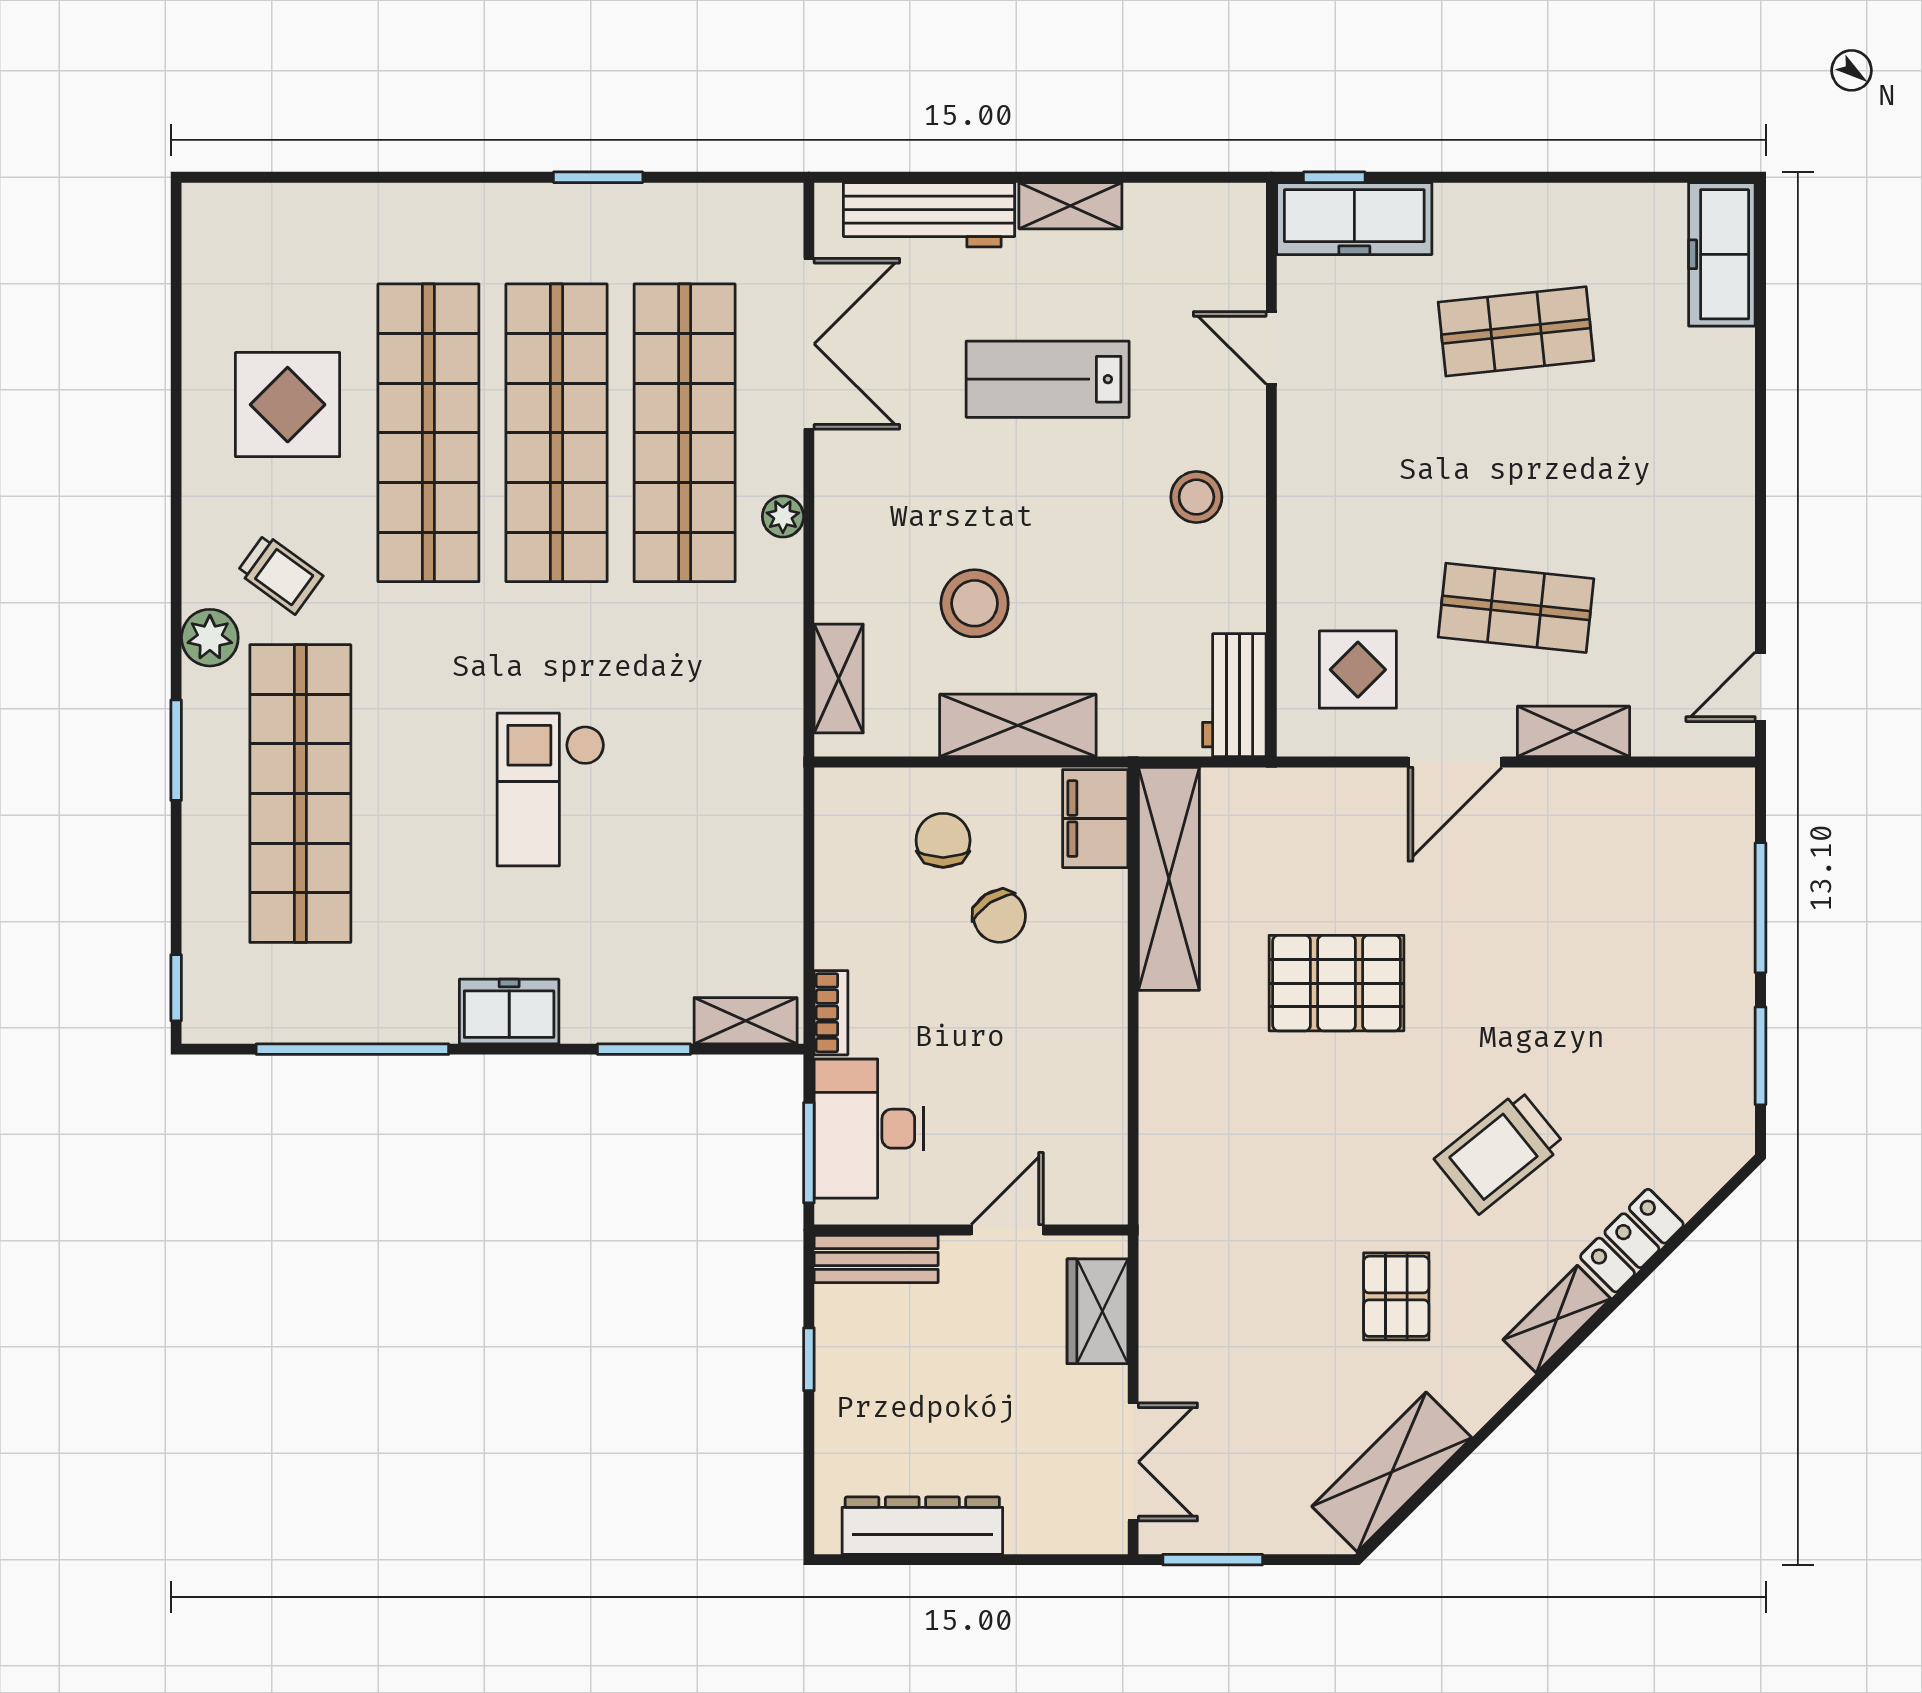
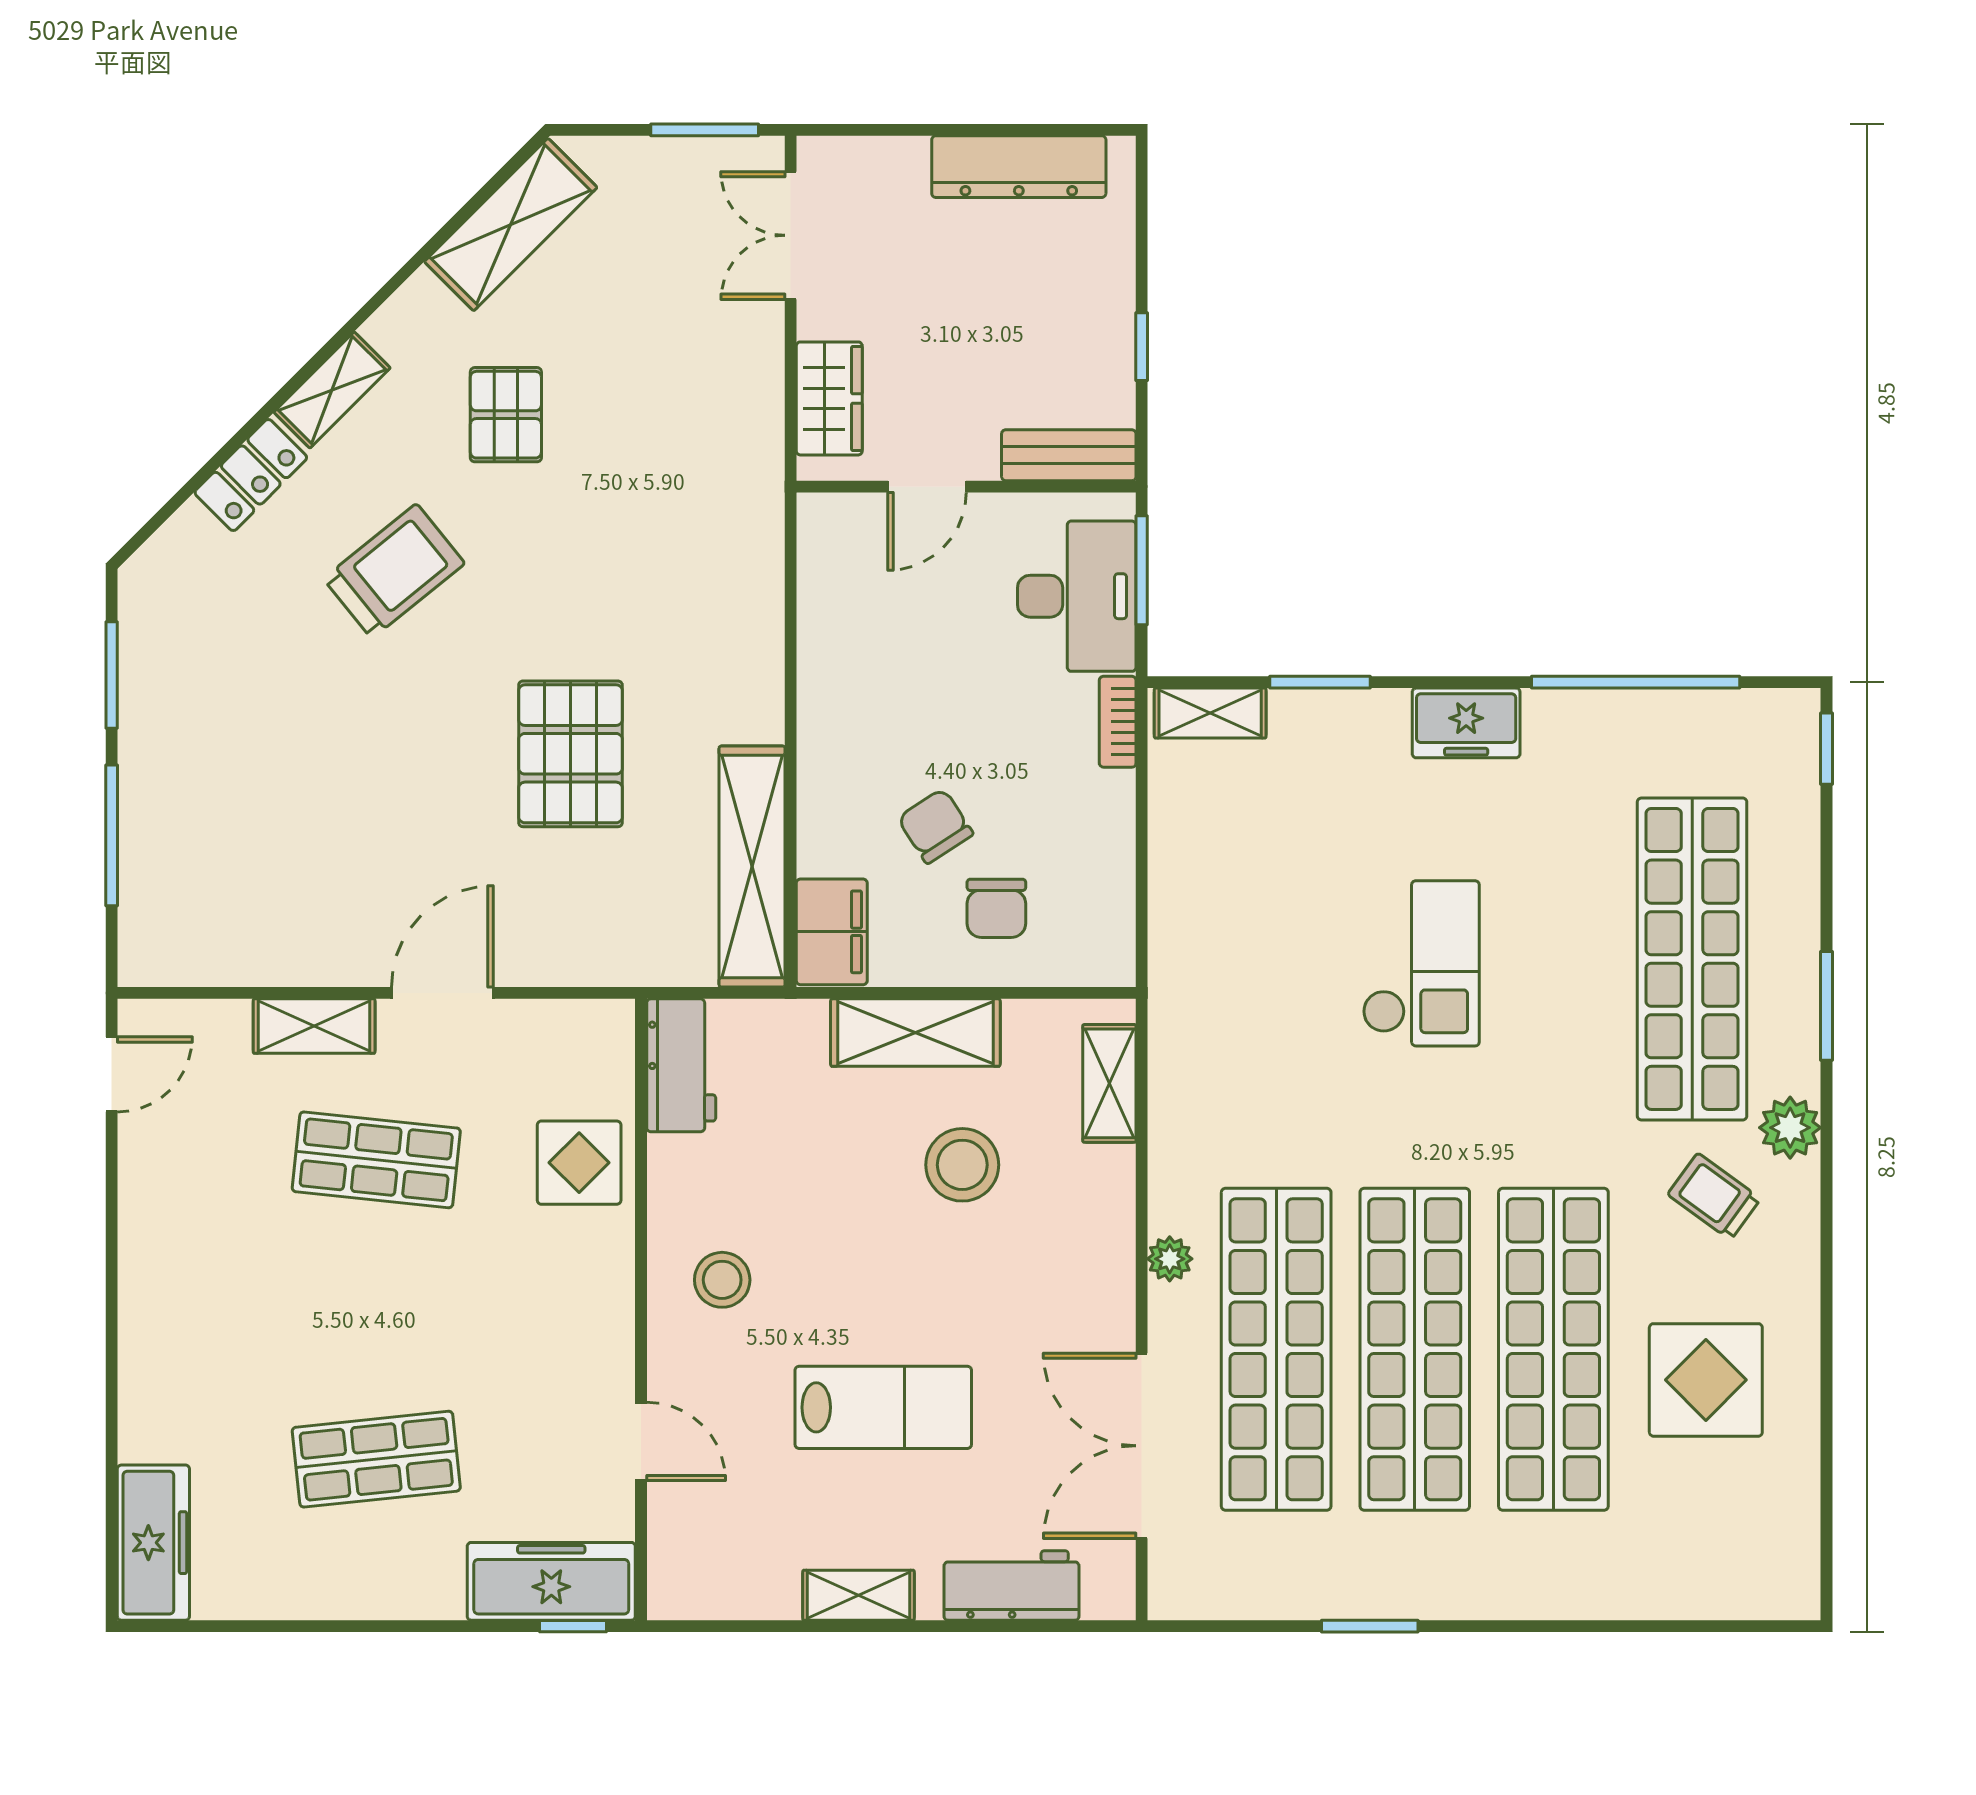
workbench: (929, 215) -> (1012, 1585), width x0.73
display table: (1358, 670) -> (579, 1163), moved
pallet: (1337, 983) -> (570, 754), turned 90

